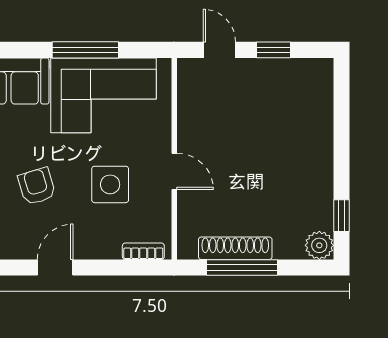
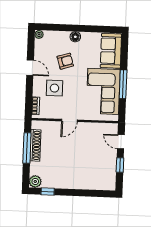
door: (219, 50) -> (121, 142), swing flipped
side table: (110, 184) -> (54, 88), moved

